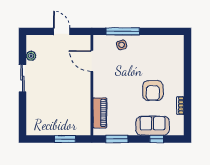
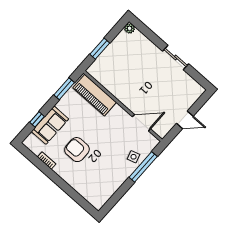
plant: (31, 56) -> (130, 28), moved
piano: (100, 113) -> (95, 95), width x1.37, depth x1.33

